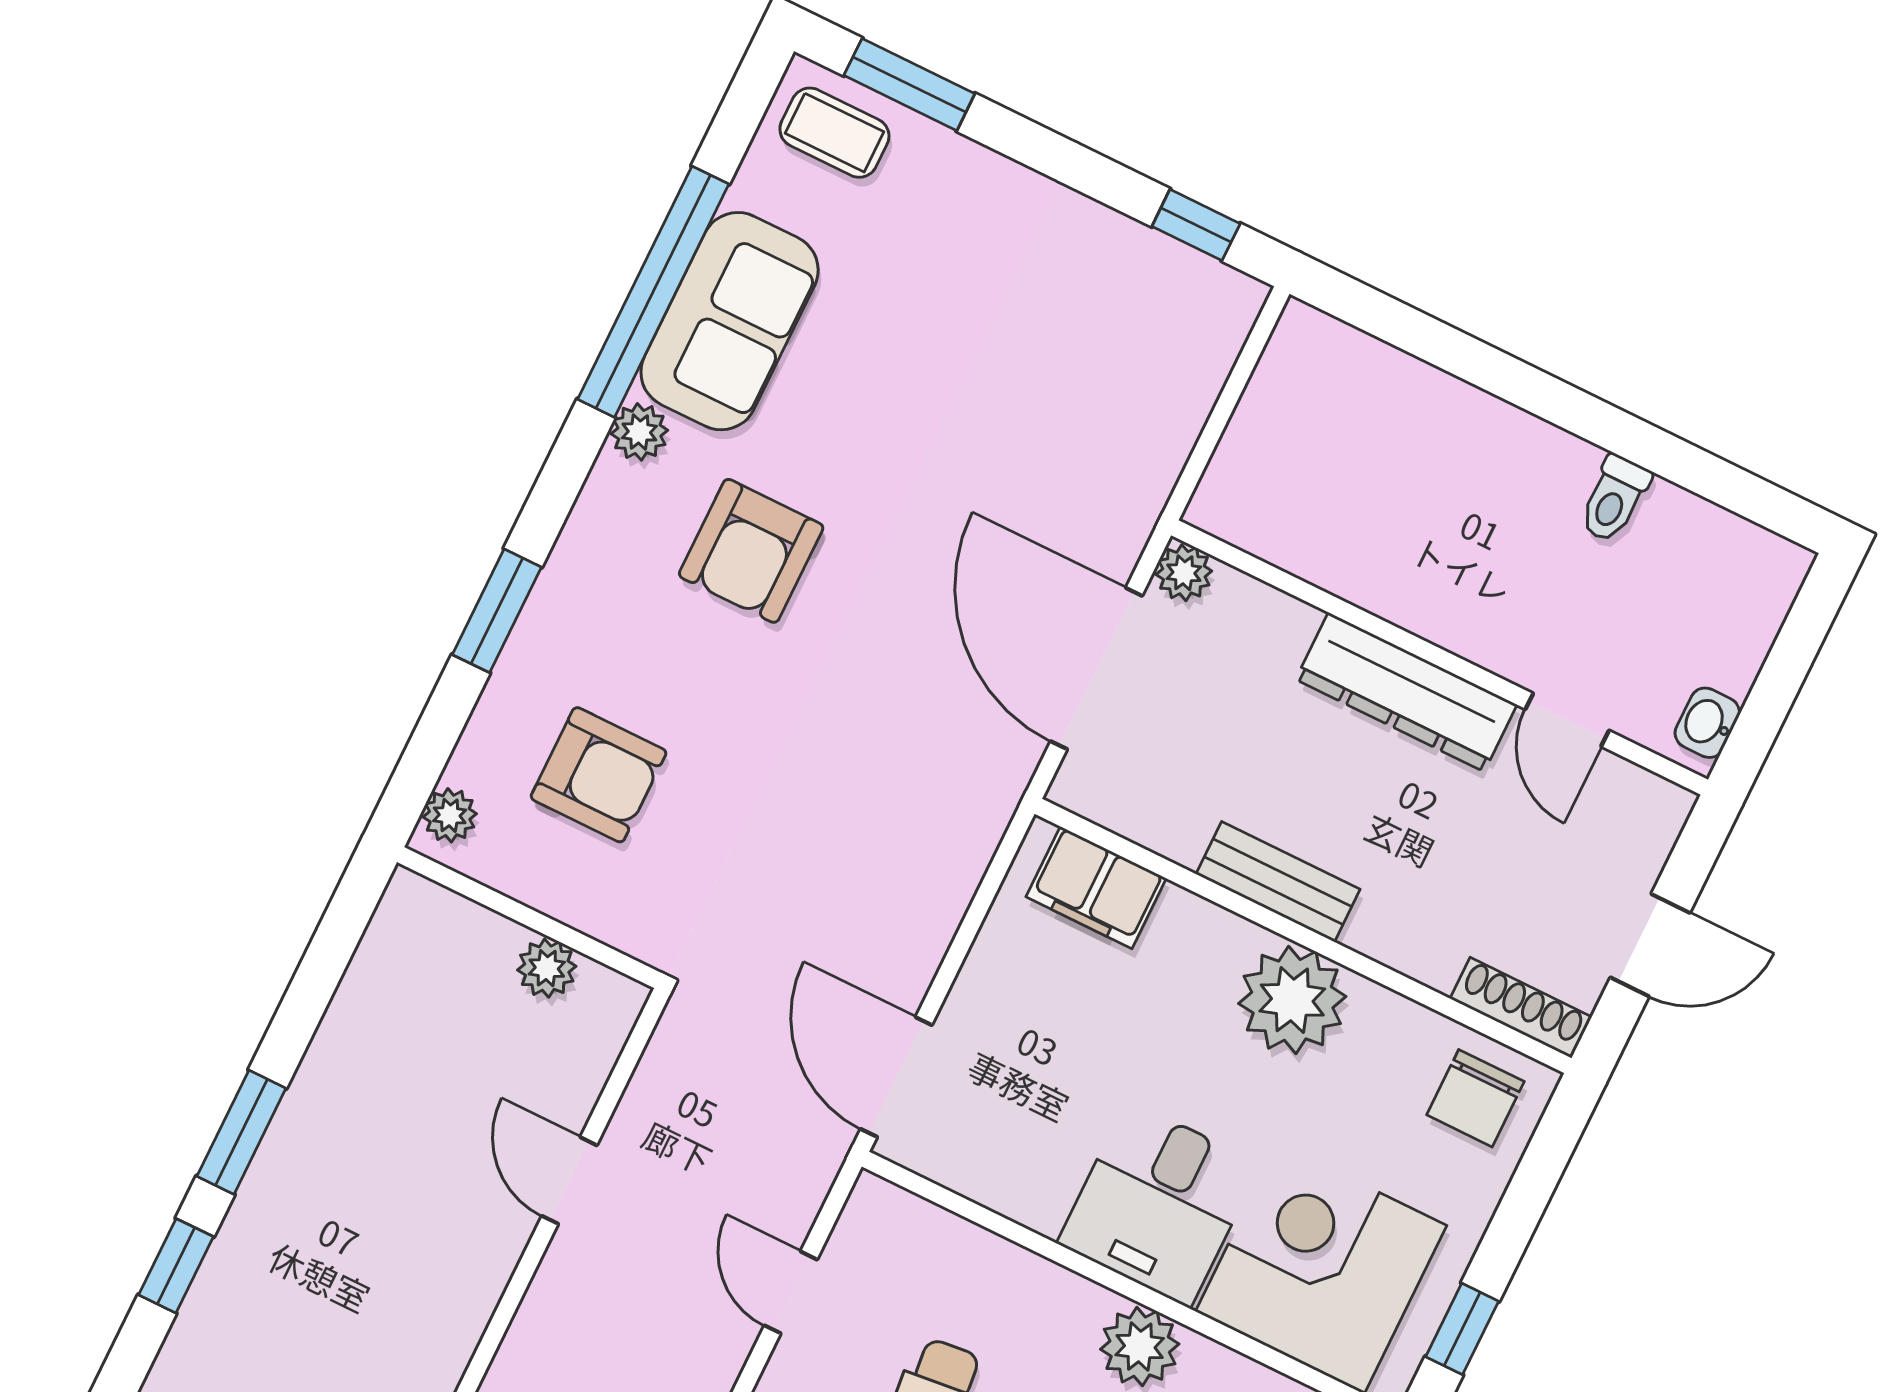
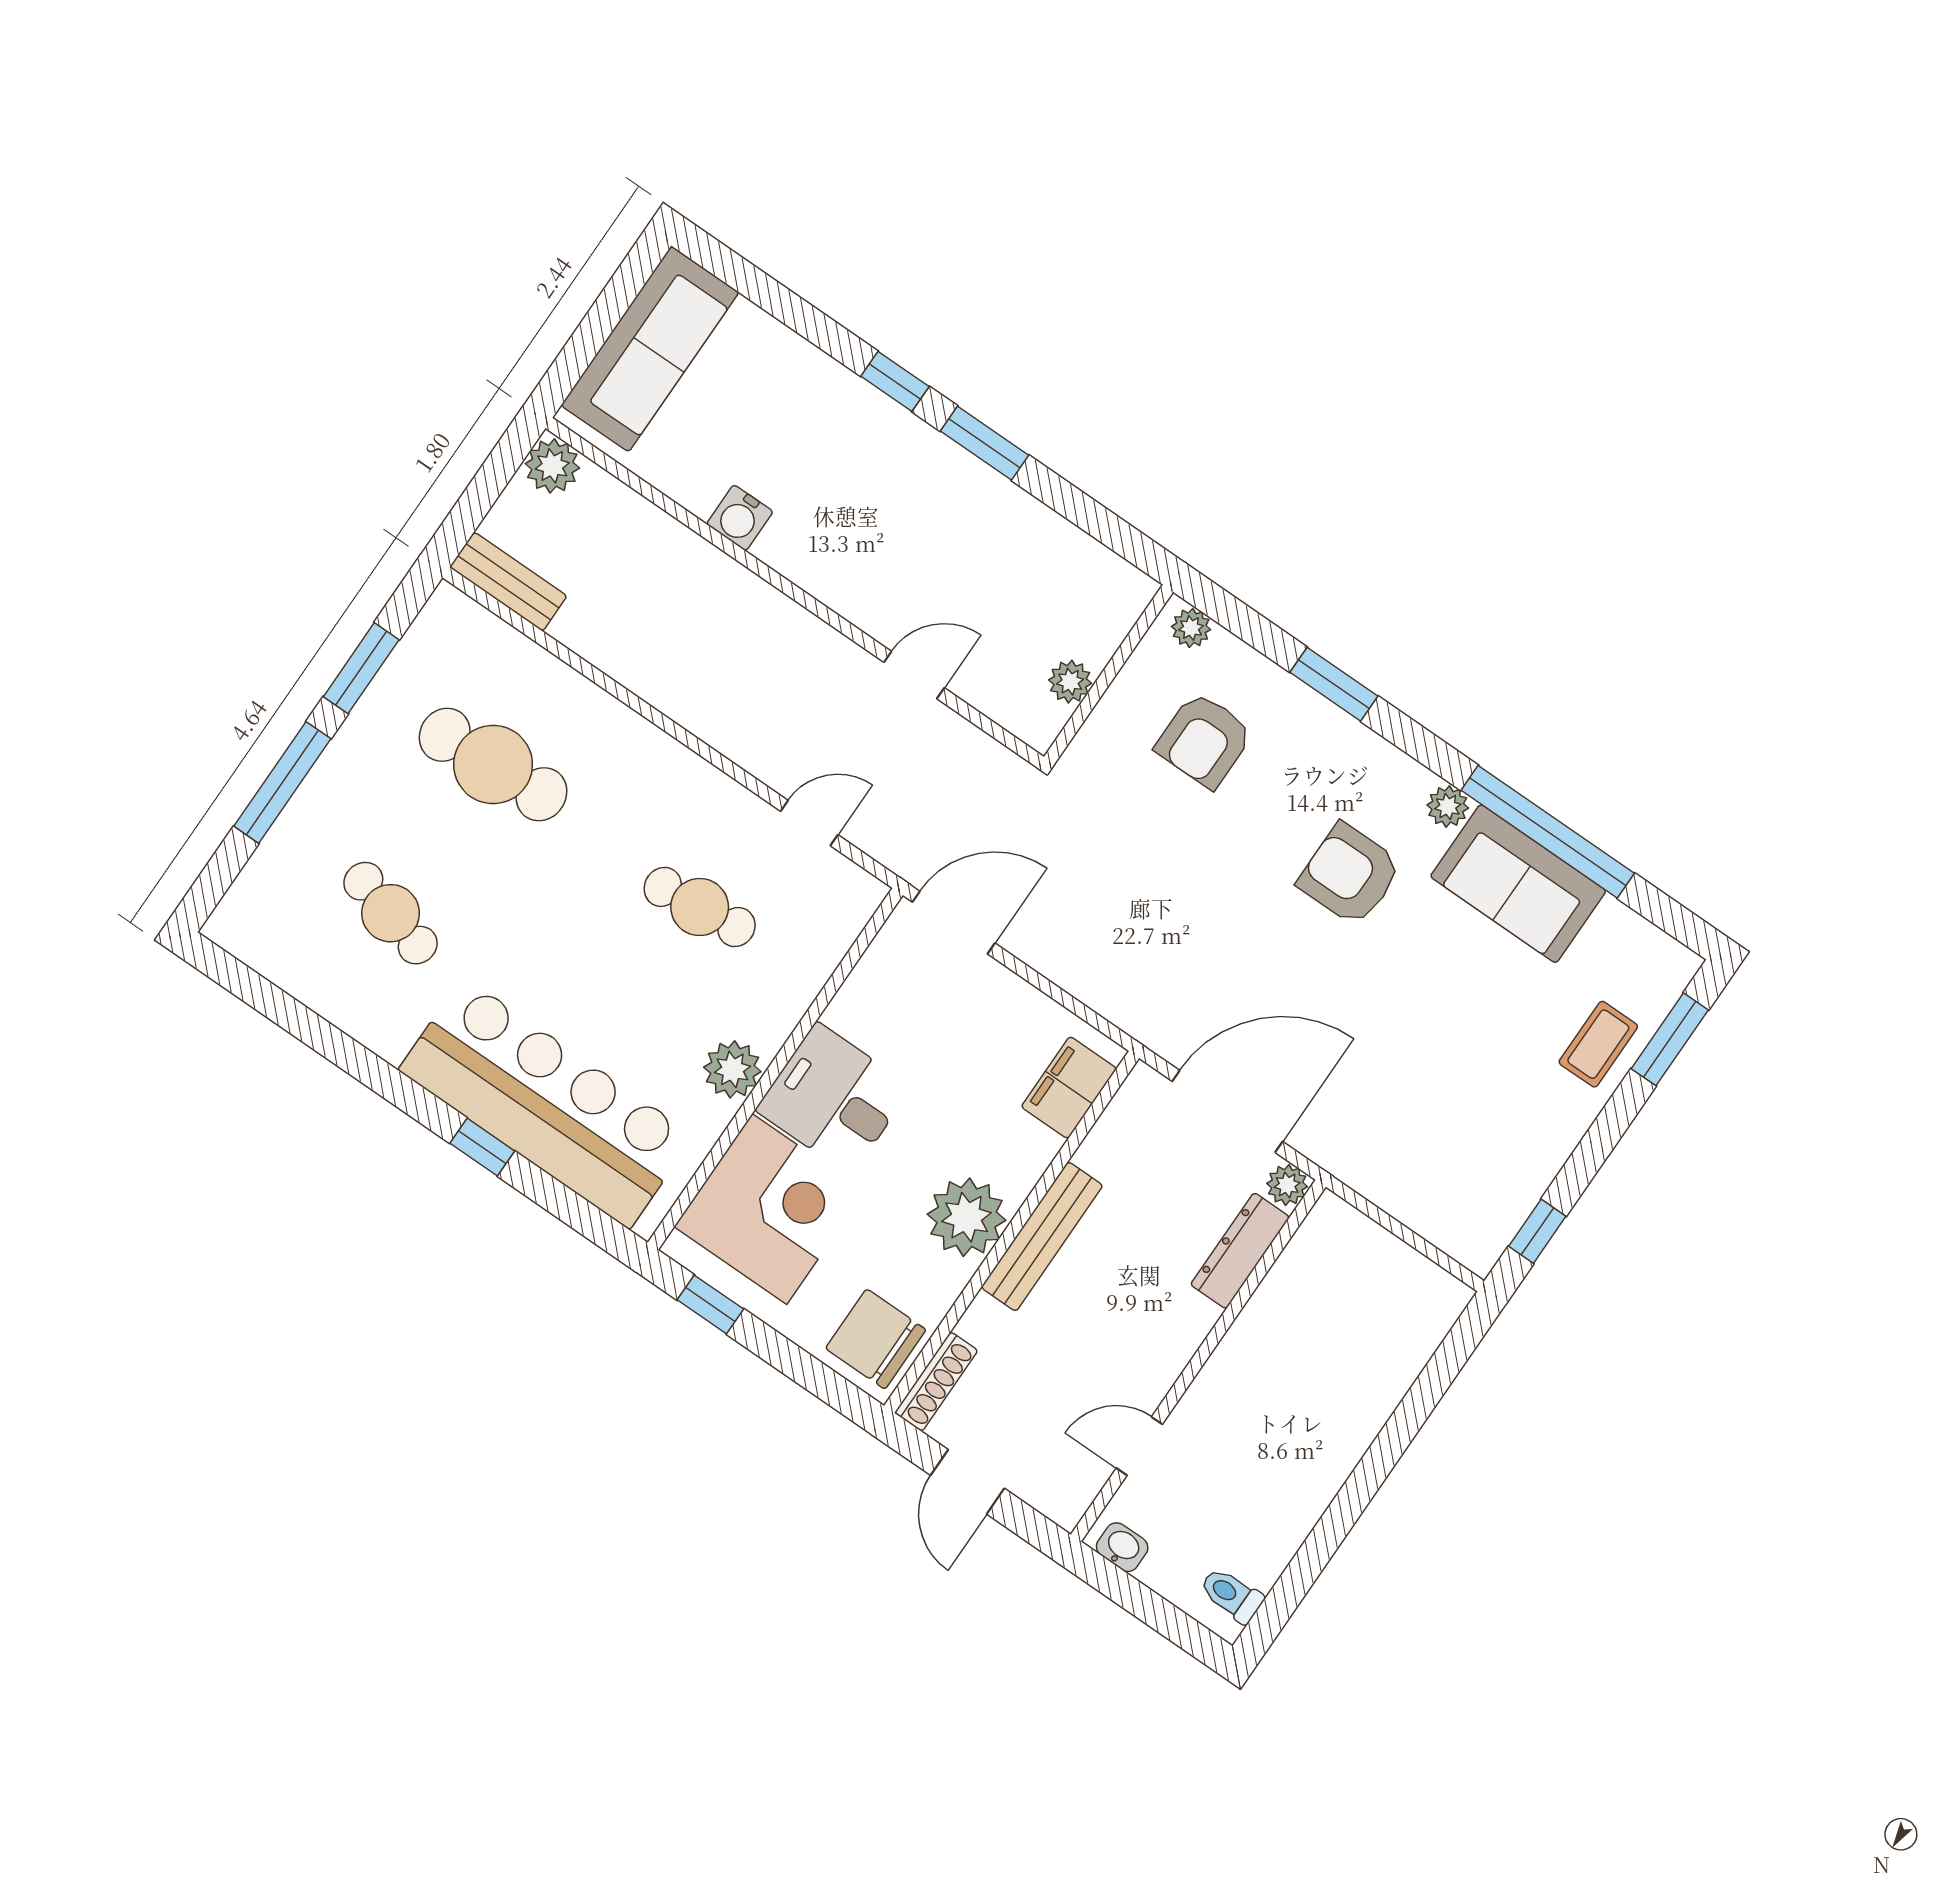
coffee table: (834, 133) -> (1598, 1044), moved
toilet: (1614, 499) -> (1231, 1595), moved
dresser: (1406, 692) -> (1240, 1251), moved, width x0.73, depth x0.80
bench: (1278, 882) -> (1042, 1237), width x1.36
chair: (1475, 1098) -> (876, 1339), width x1.37, depth x1.37

